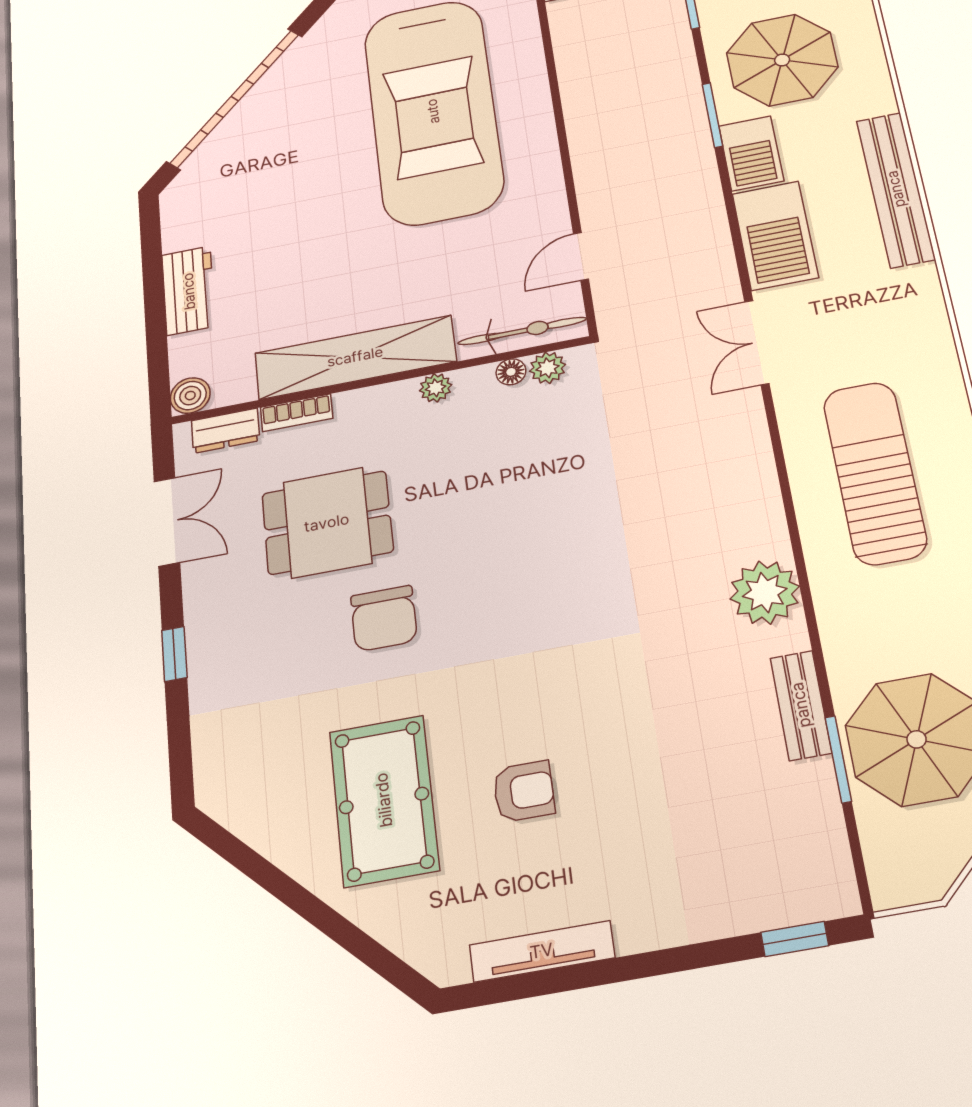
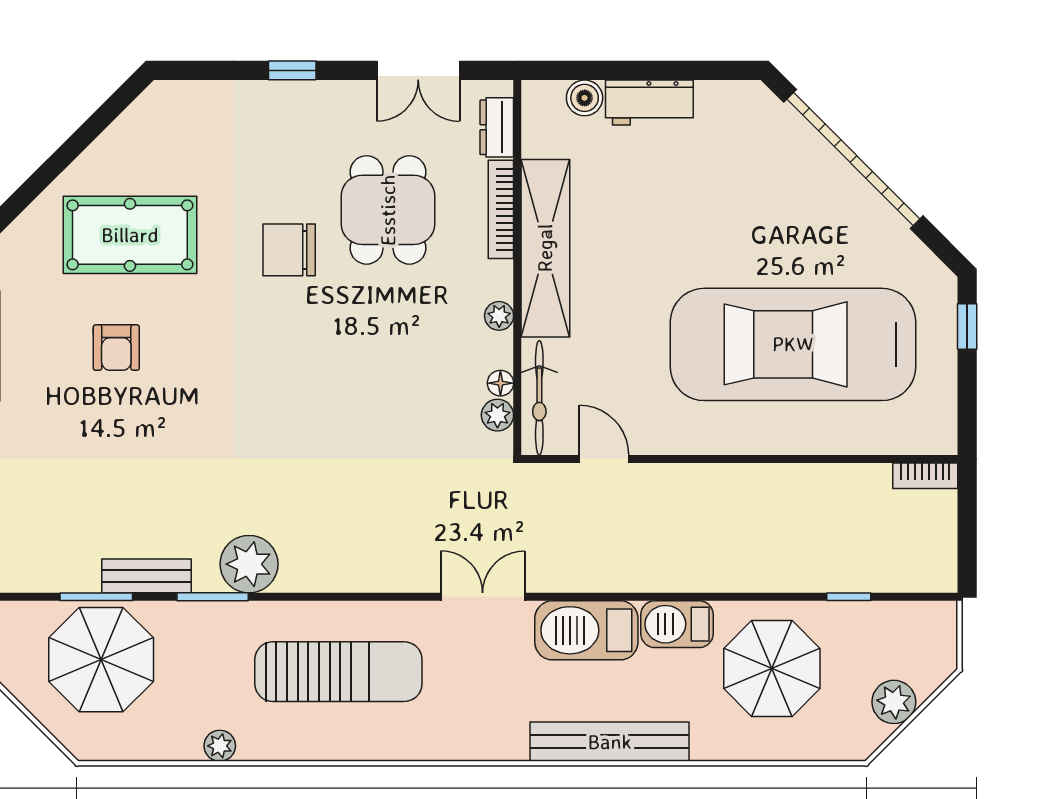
window: (712, 115) -> (213, 597), moved
boiler: (190, 396) -> (585, 98), moved
bookcase: (297, 413) -> (501, 209), width x1.56

